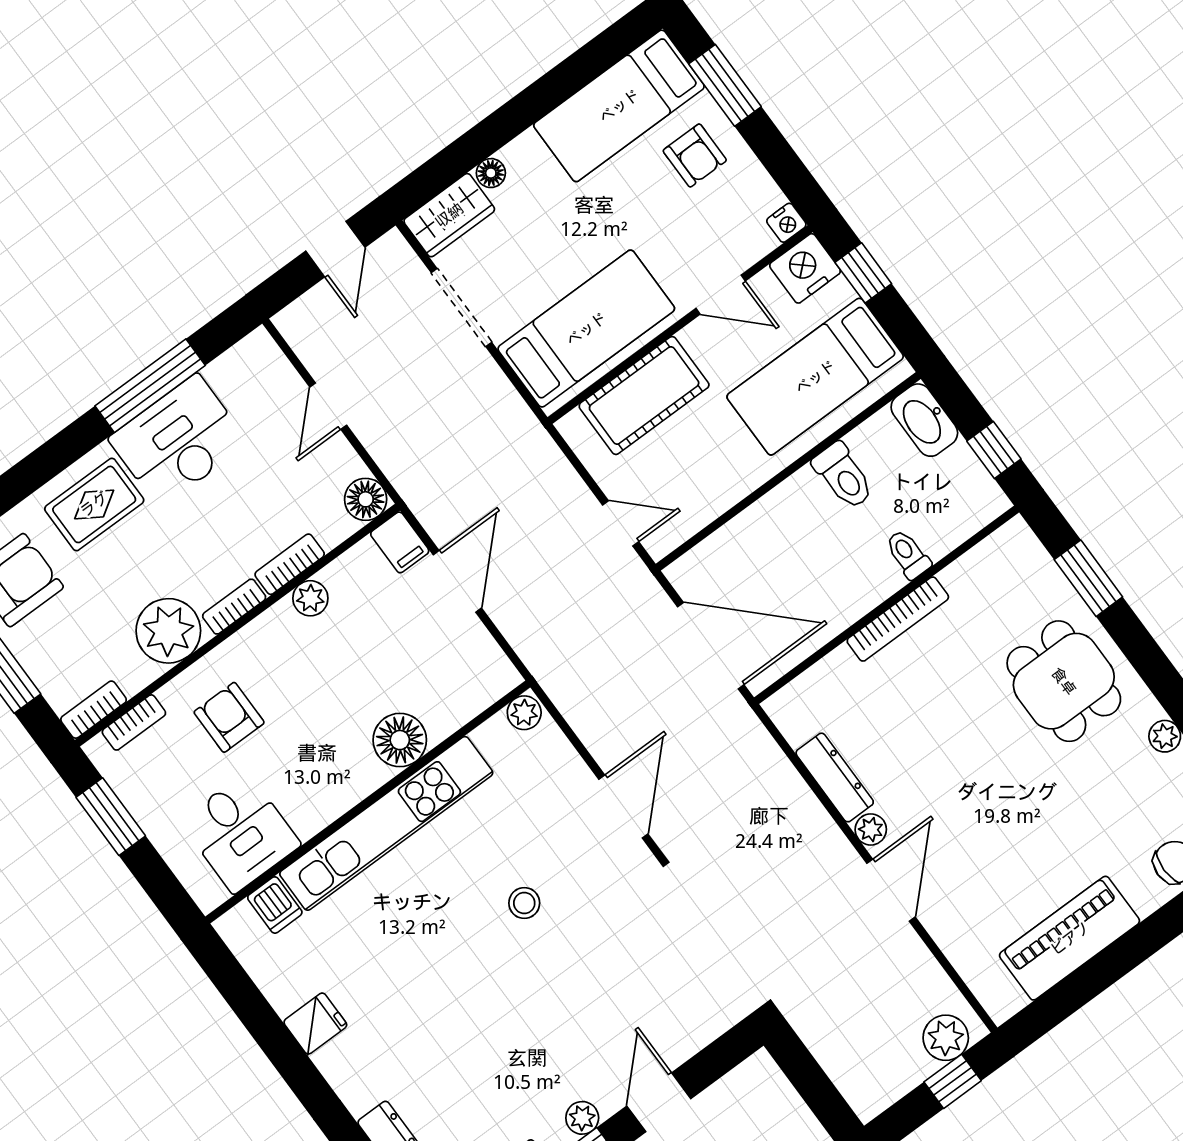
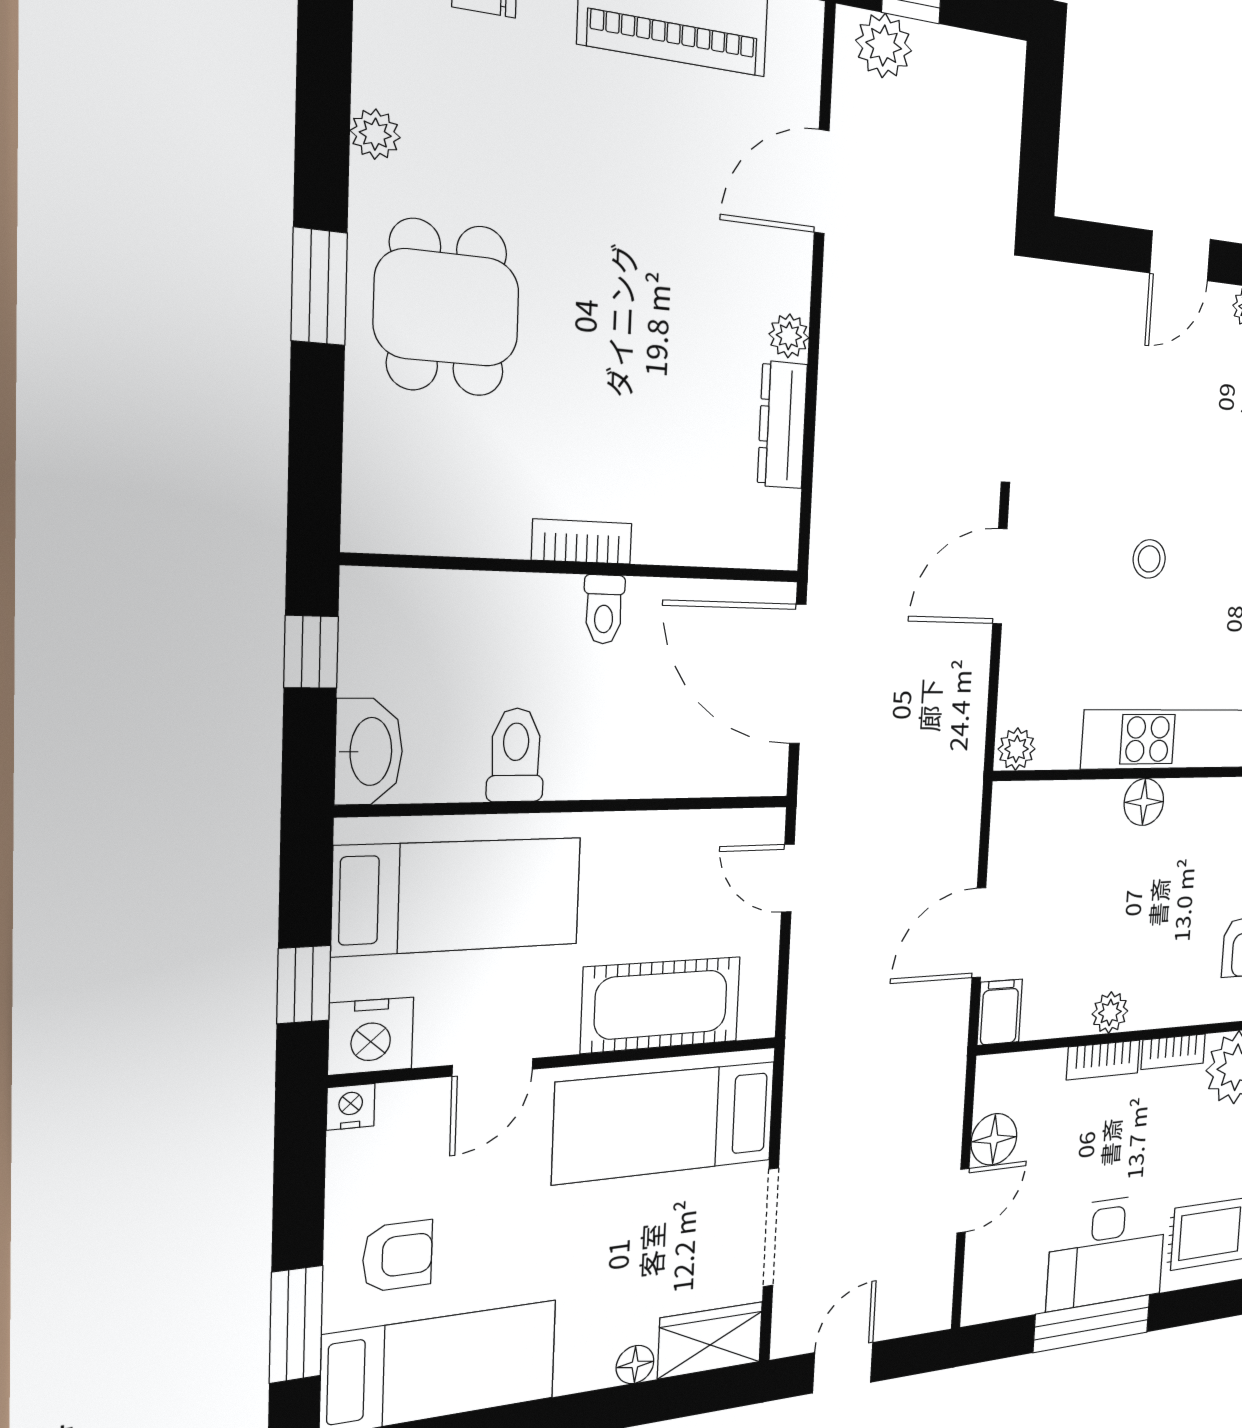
armchair: (695, 155) -> (398, 1256), turned 90
door: (721, 295) -> (493, 1067), swing flipped
floor lamp: (366, 499) -> (994, 1139), moved
toilet: (908, 554) -> (604, 609), moved
window: (1088, 578) -> (319, 287), moved
bookcase: (898, 619) -> (582, 542), width x0.64
floor lamp: (400, 740) -> (1144, 802), width x0.73, depth x0.73
door: (891, 890) -> (822, 182), moved

